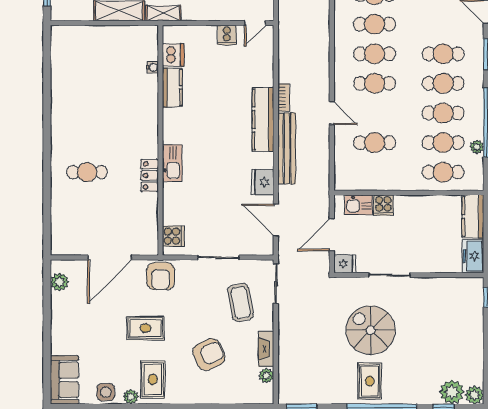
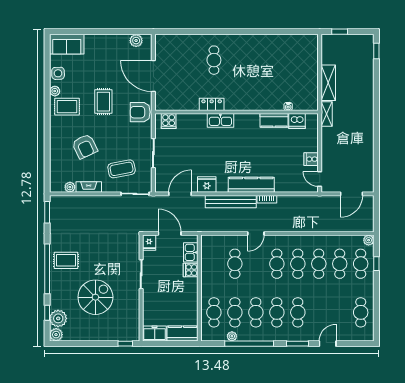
spiral stairs: (371, 330) -> (95, 297), moved

